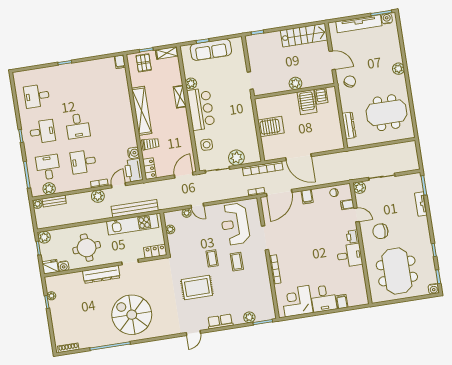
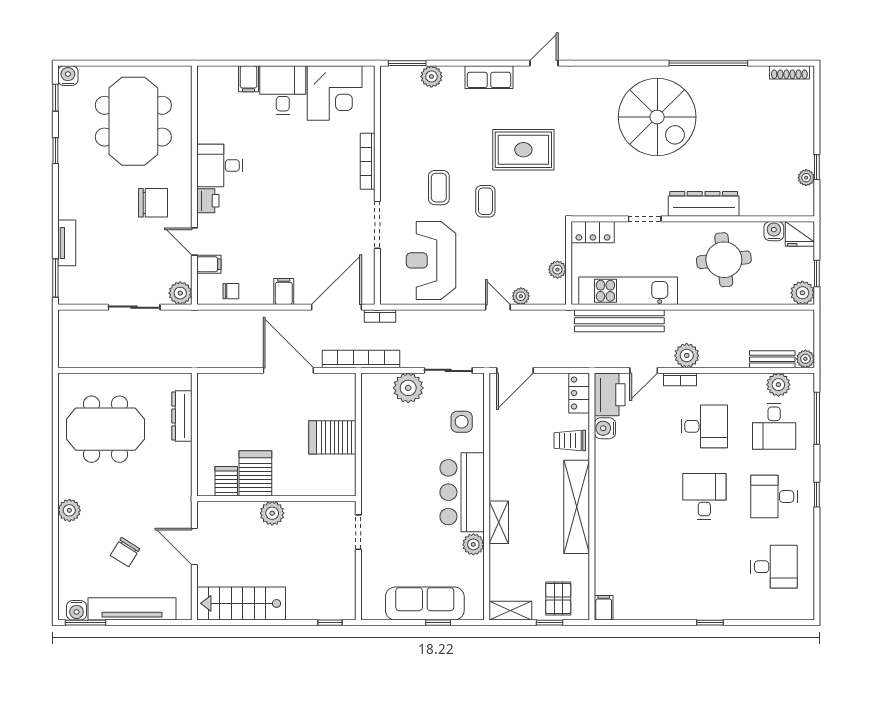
chair: (350, 81) -> (125, 552), moved
reception desk: (235, 224) -> (431, 260), turned 180

